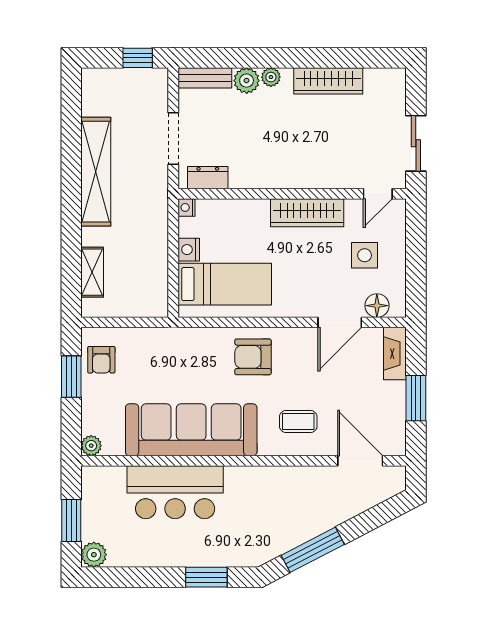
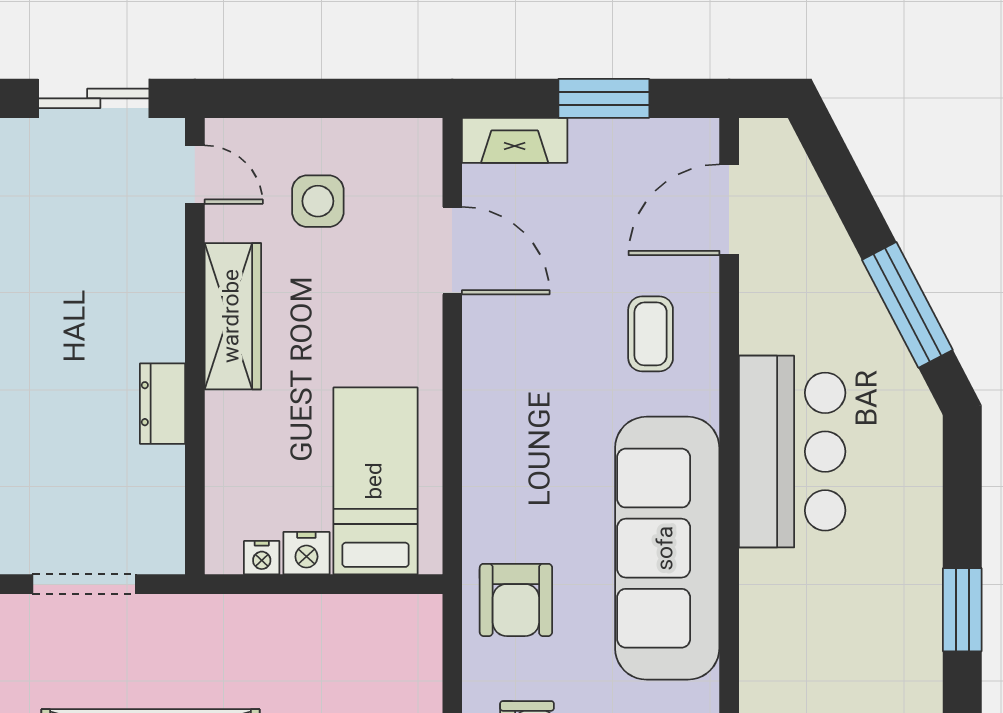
dresser: (208, 178) -> (162, 404), moved
nightstand: (186, 207) -> (262, 558), moved
floor lamp: (377, 306) -> (419, 176), removed
armchair: (253, 357) -> (516, 600), moved
bar counter: (175, 492) -> (792, 452), moved
window: (206, 577) -> (962, 610), moved

